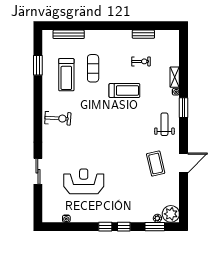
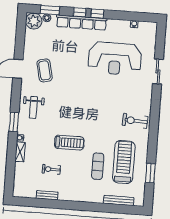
treadmill: (66, 75) -> (124, 162), width x1.37, depth x1.38
treadmill: (124, 90) -> (69, 143), turned 180
reception desk: (84, 181) -> (115, 59), width x1.36, depth x1.30
row of seats: (121, 216) -> (81, 22), added

